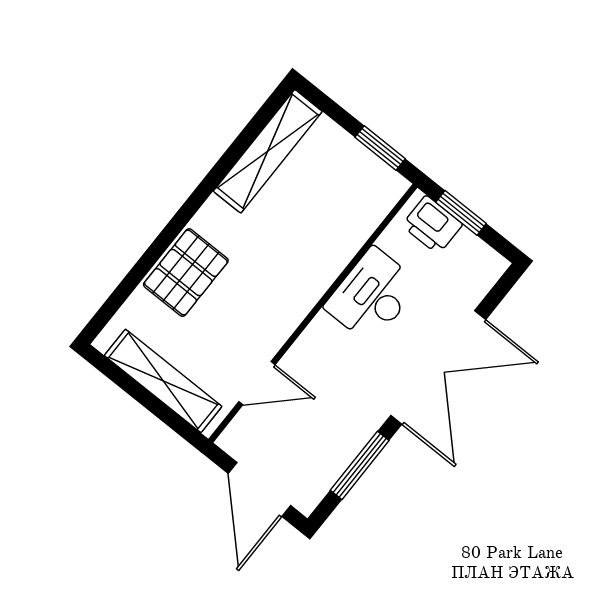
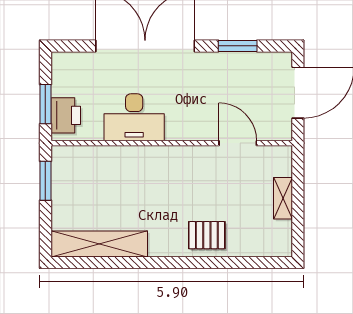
pallet: (186, 273) -> (207, 235), width x0.67, depth x0.71
shelving: (163, 381) -> (283, 198), width x0.45, depth x0.75
window: (360, 465) -> (238, 46), width x0.69

